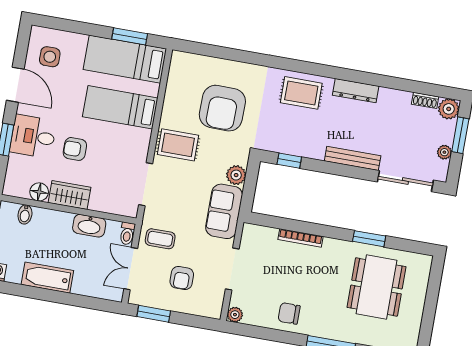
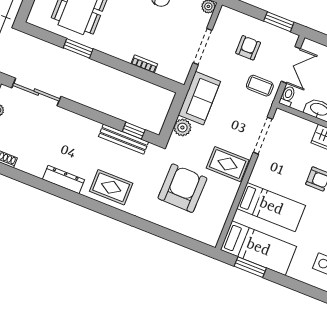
bench: (353, 158) -> (123, 139), moved
bookcase: (300, 238) -> (144, 64), width x0.64

